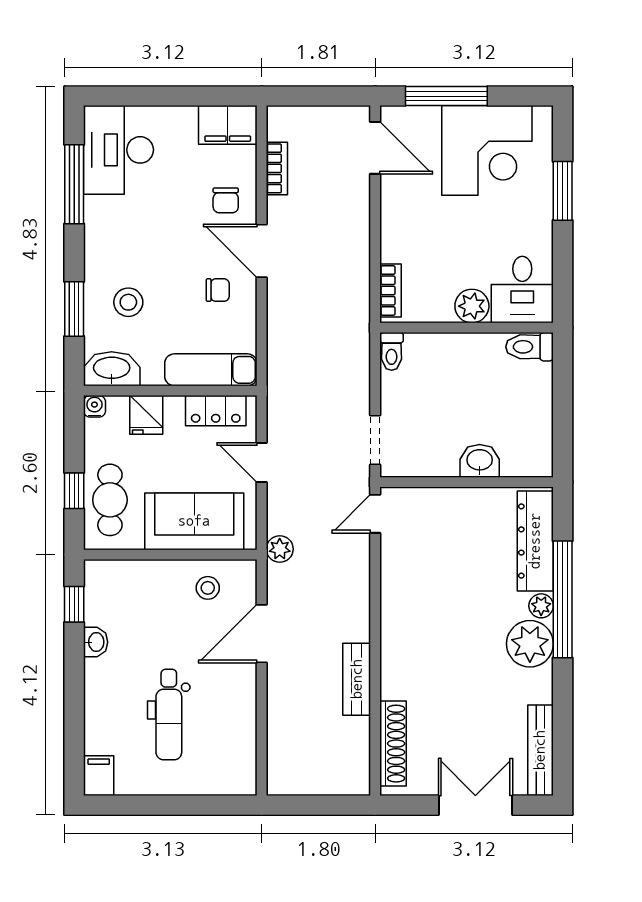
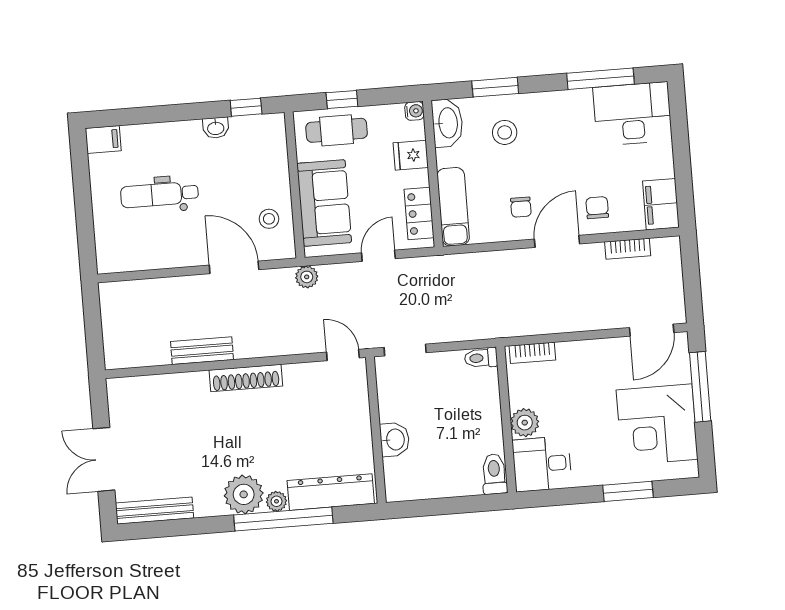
chair: (226, 200) -> (597, 208), turned 90
shoe rack: (393, 744) -> (246, 378), moved
double door: (475, 805) -> (104, 459), swing flipped

